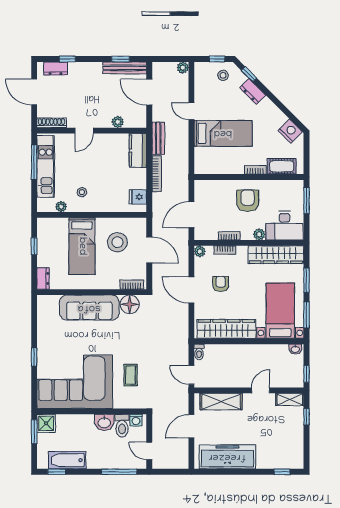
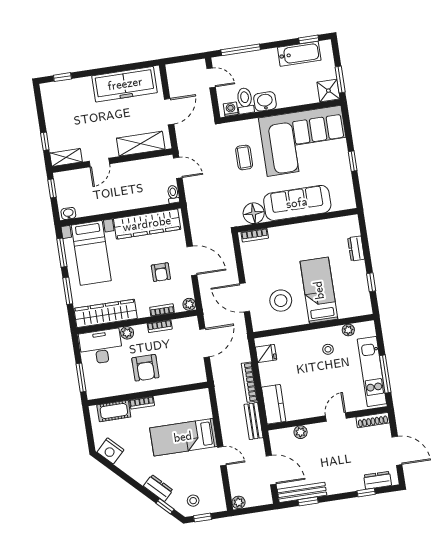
bookcase: (132, 285) -> (255, 235), moved
wall: (92, 292) -> (297, 220), moved
floor lamp: (130, 304) -> (254, 213), moved
sofa: (89, 308) -> (297, 203), moved

